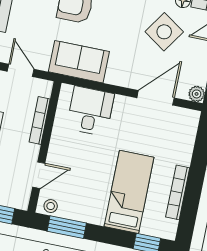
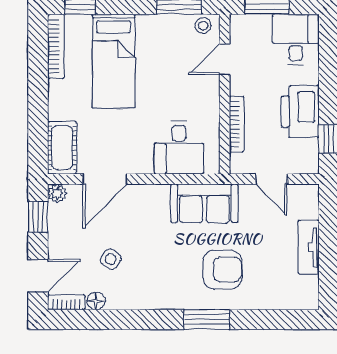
side table: (164, 32) -> (111, 259), width x0.54, depth x0.54
cot: (185, 130) -> (62, 148), added
bookcase: (178, 192) -> (56, 46), moved

